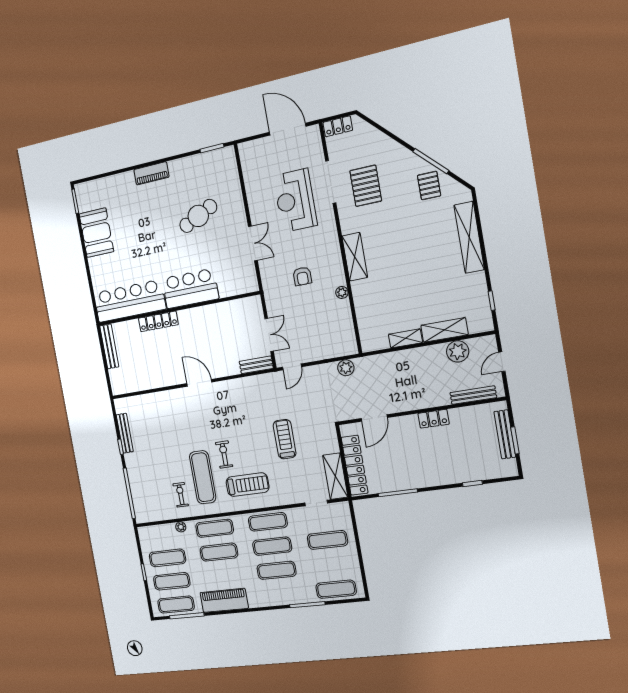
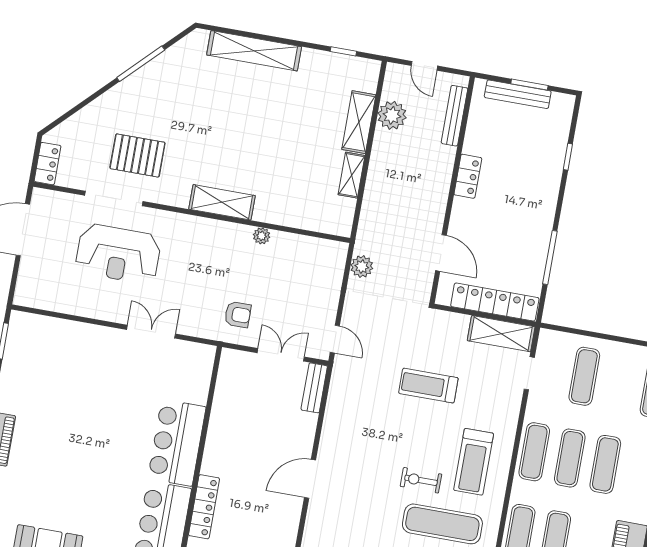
pallet: (429, 186) -> (170, 77), removed
cafe table: (198, 216) -> (84, 394), removed
armchair: (302, 276) -> (238, 315), moved
treadmill: (248, 485) -> (474, 462), turned 180

